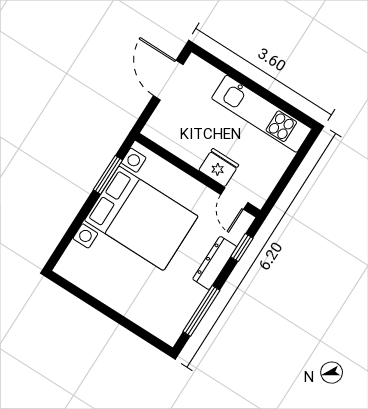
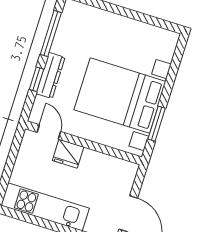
window: (242, 248) -> (36, 79), moved

